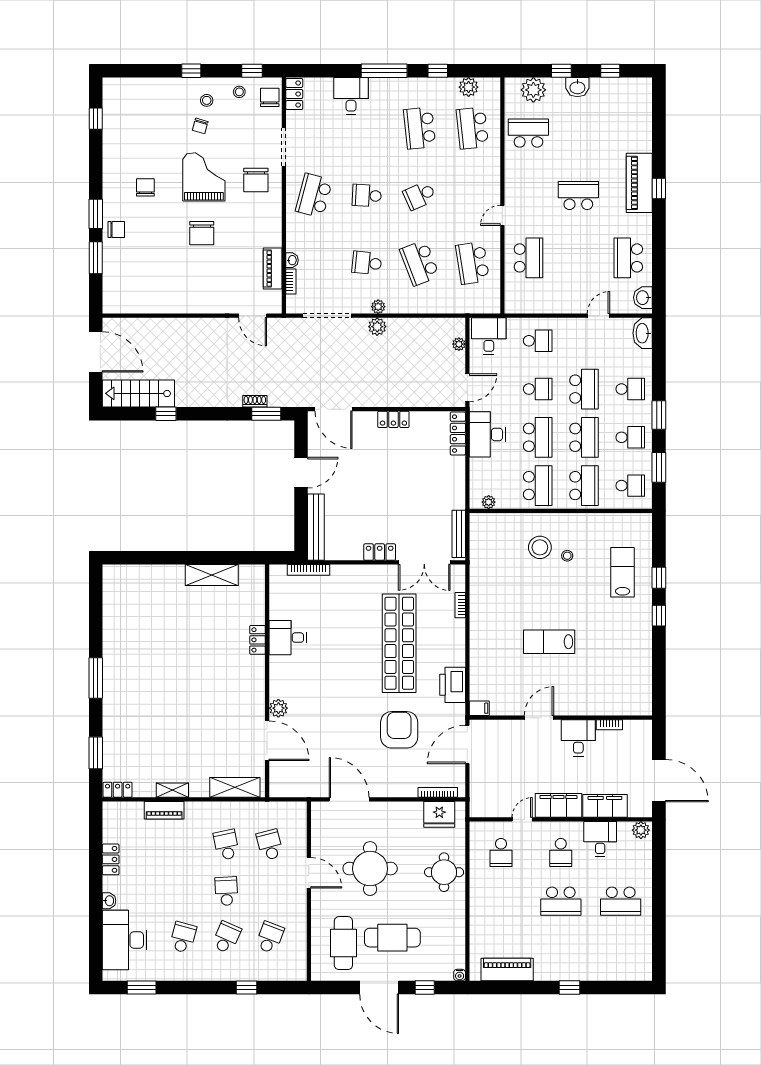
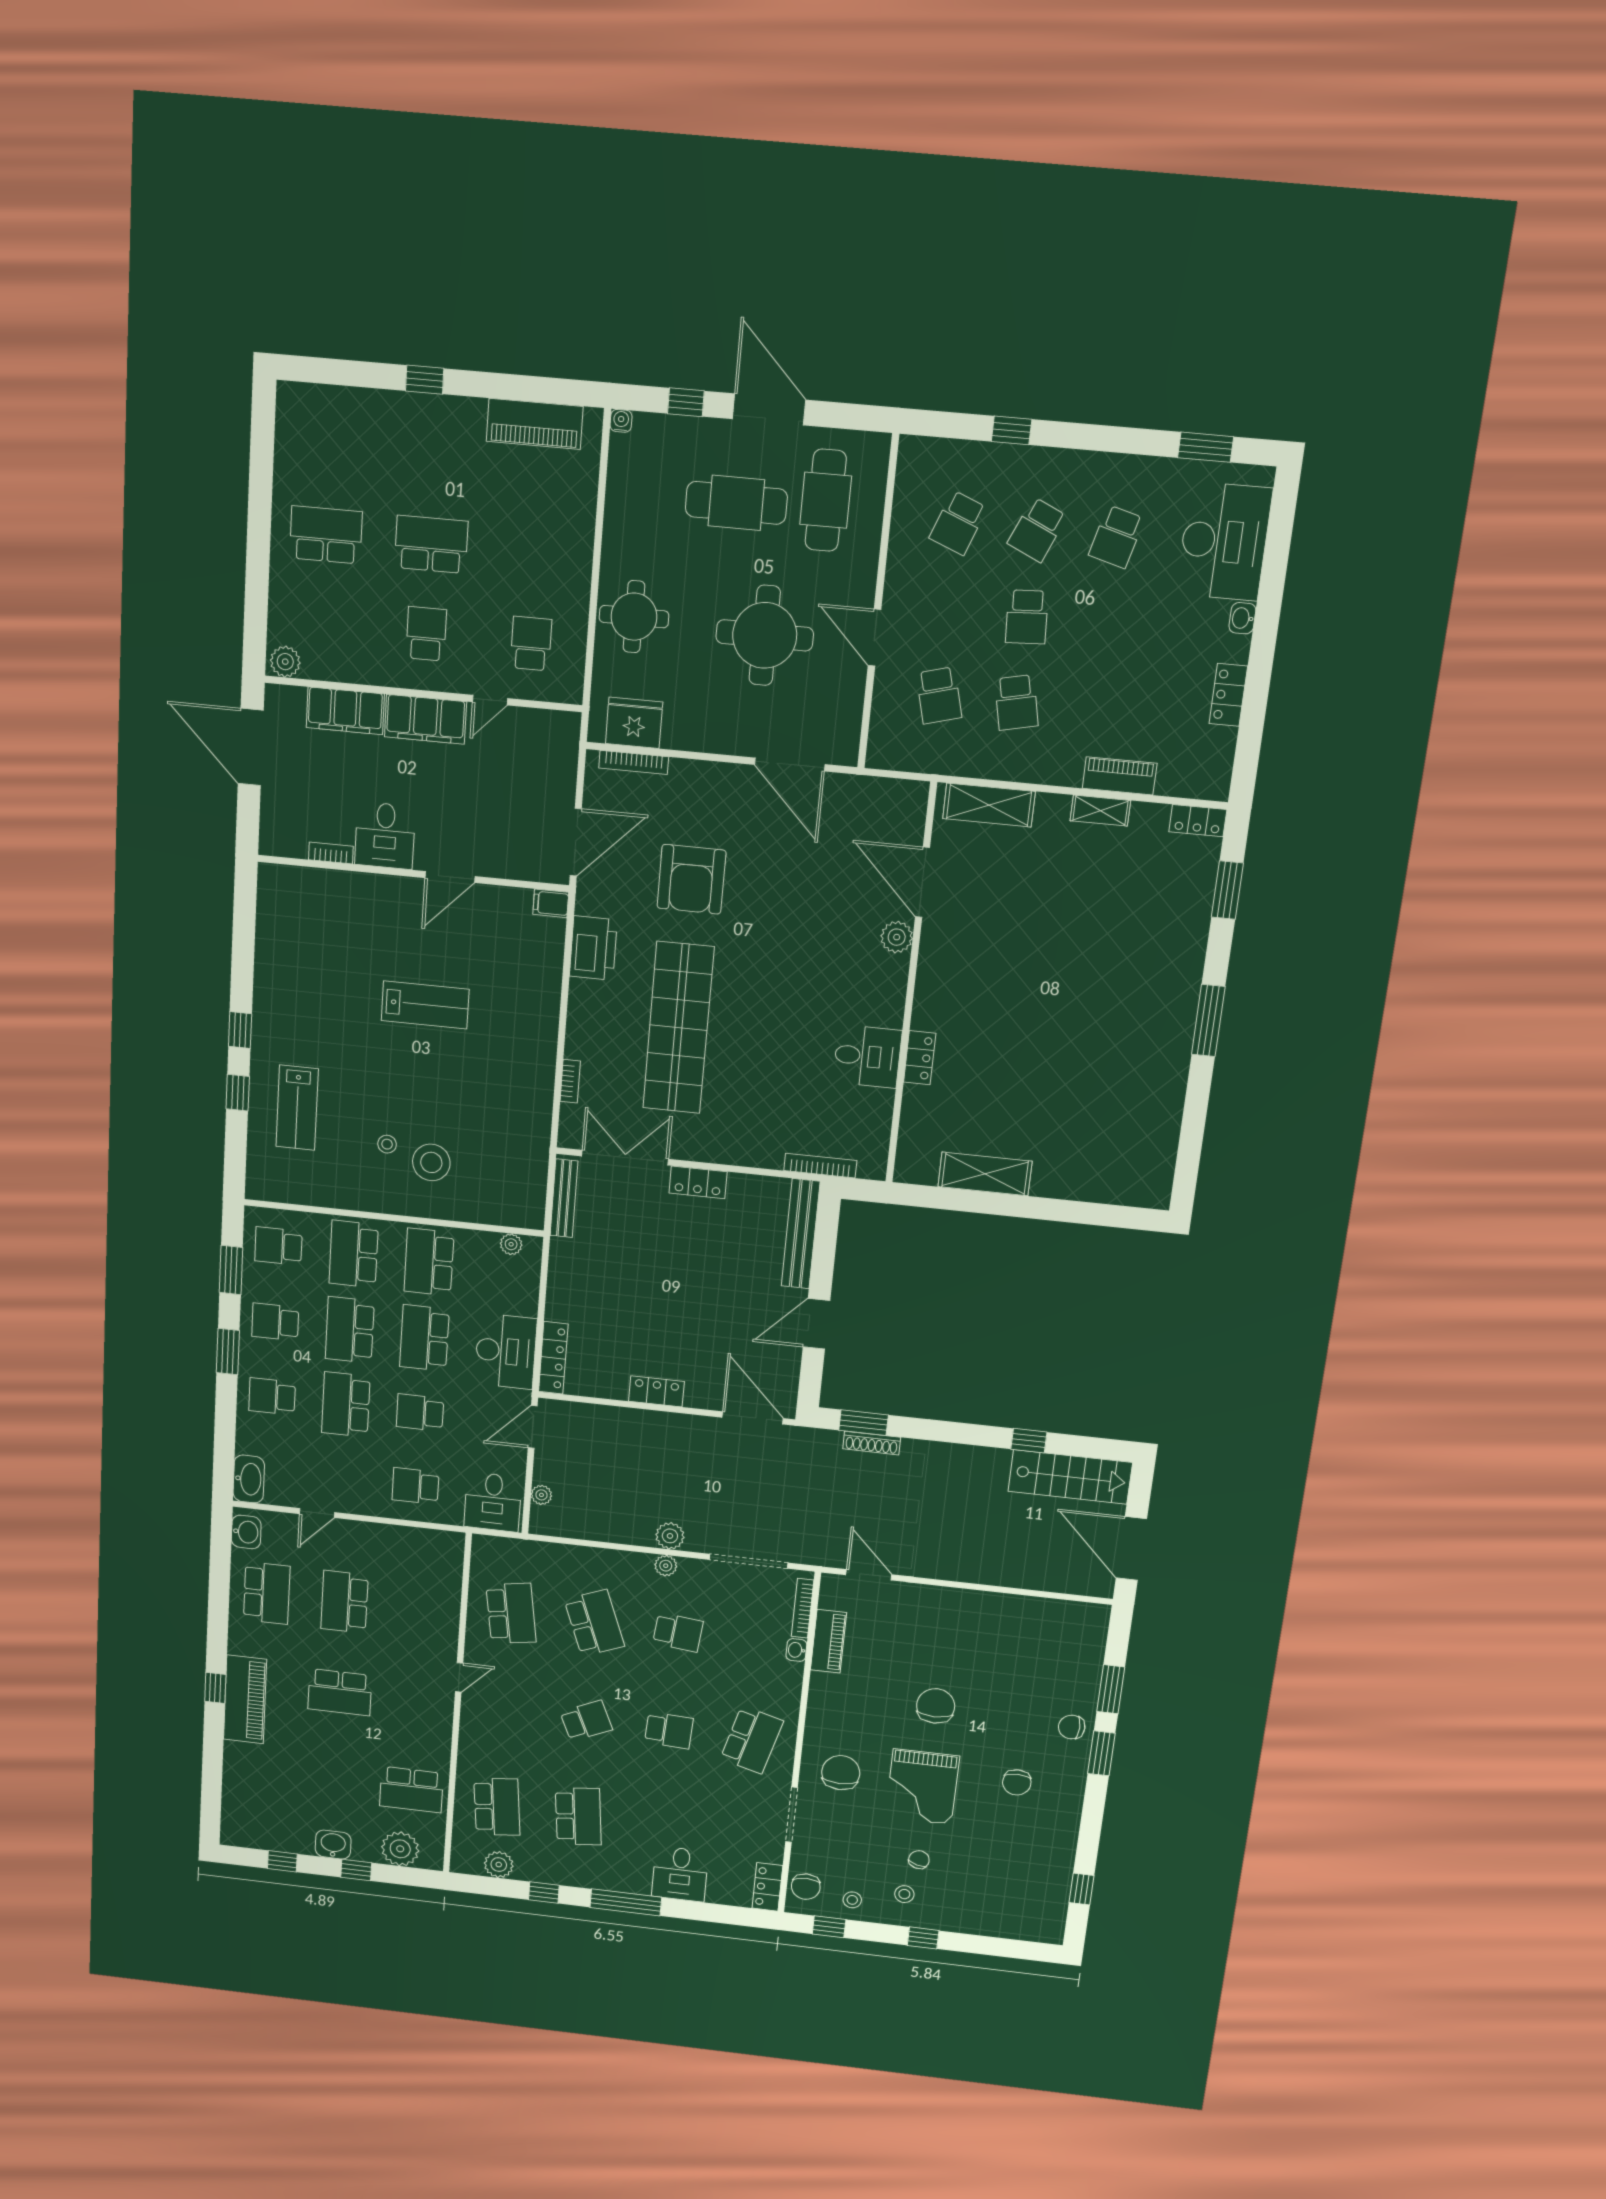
school desk: (528, 258) -> (344, 1602), moved
bookcase: (291, 282) -> (803, 1608), width x1.56
shoe rack: (255, 401) -> (872, 1443), width x1.43
desk: (600, 839) -> (357, 652), removed

